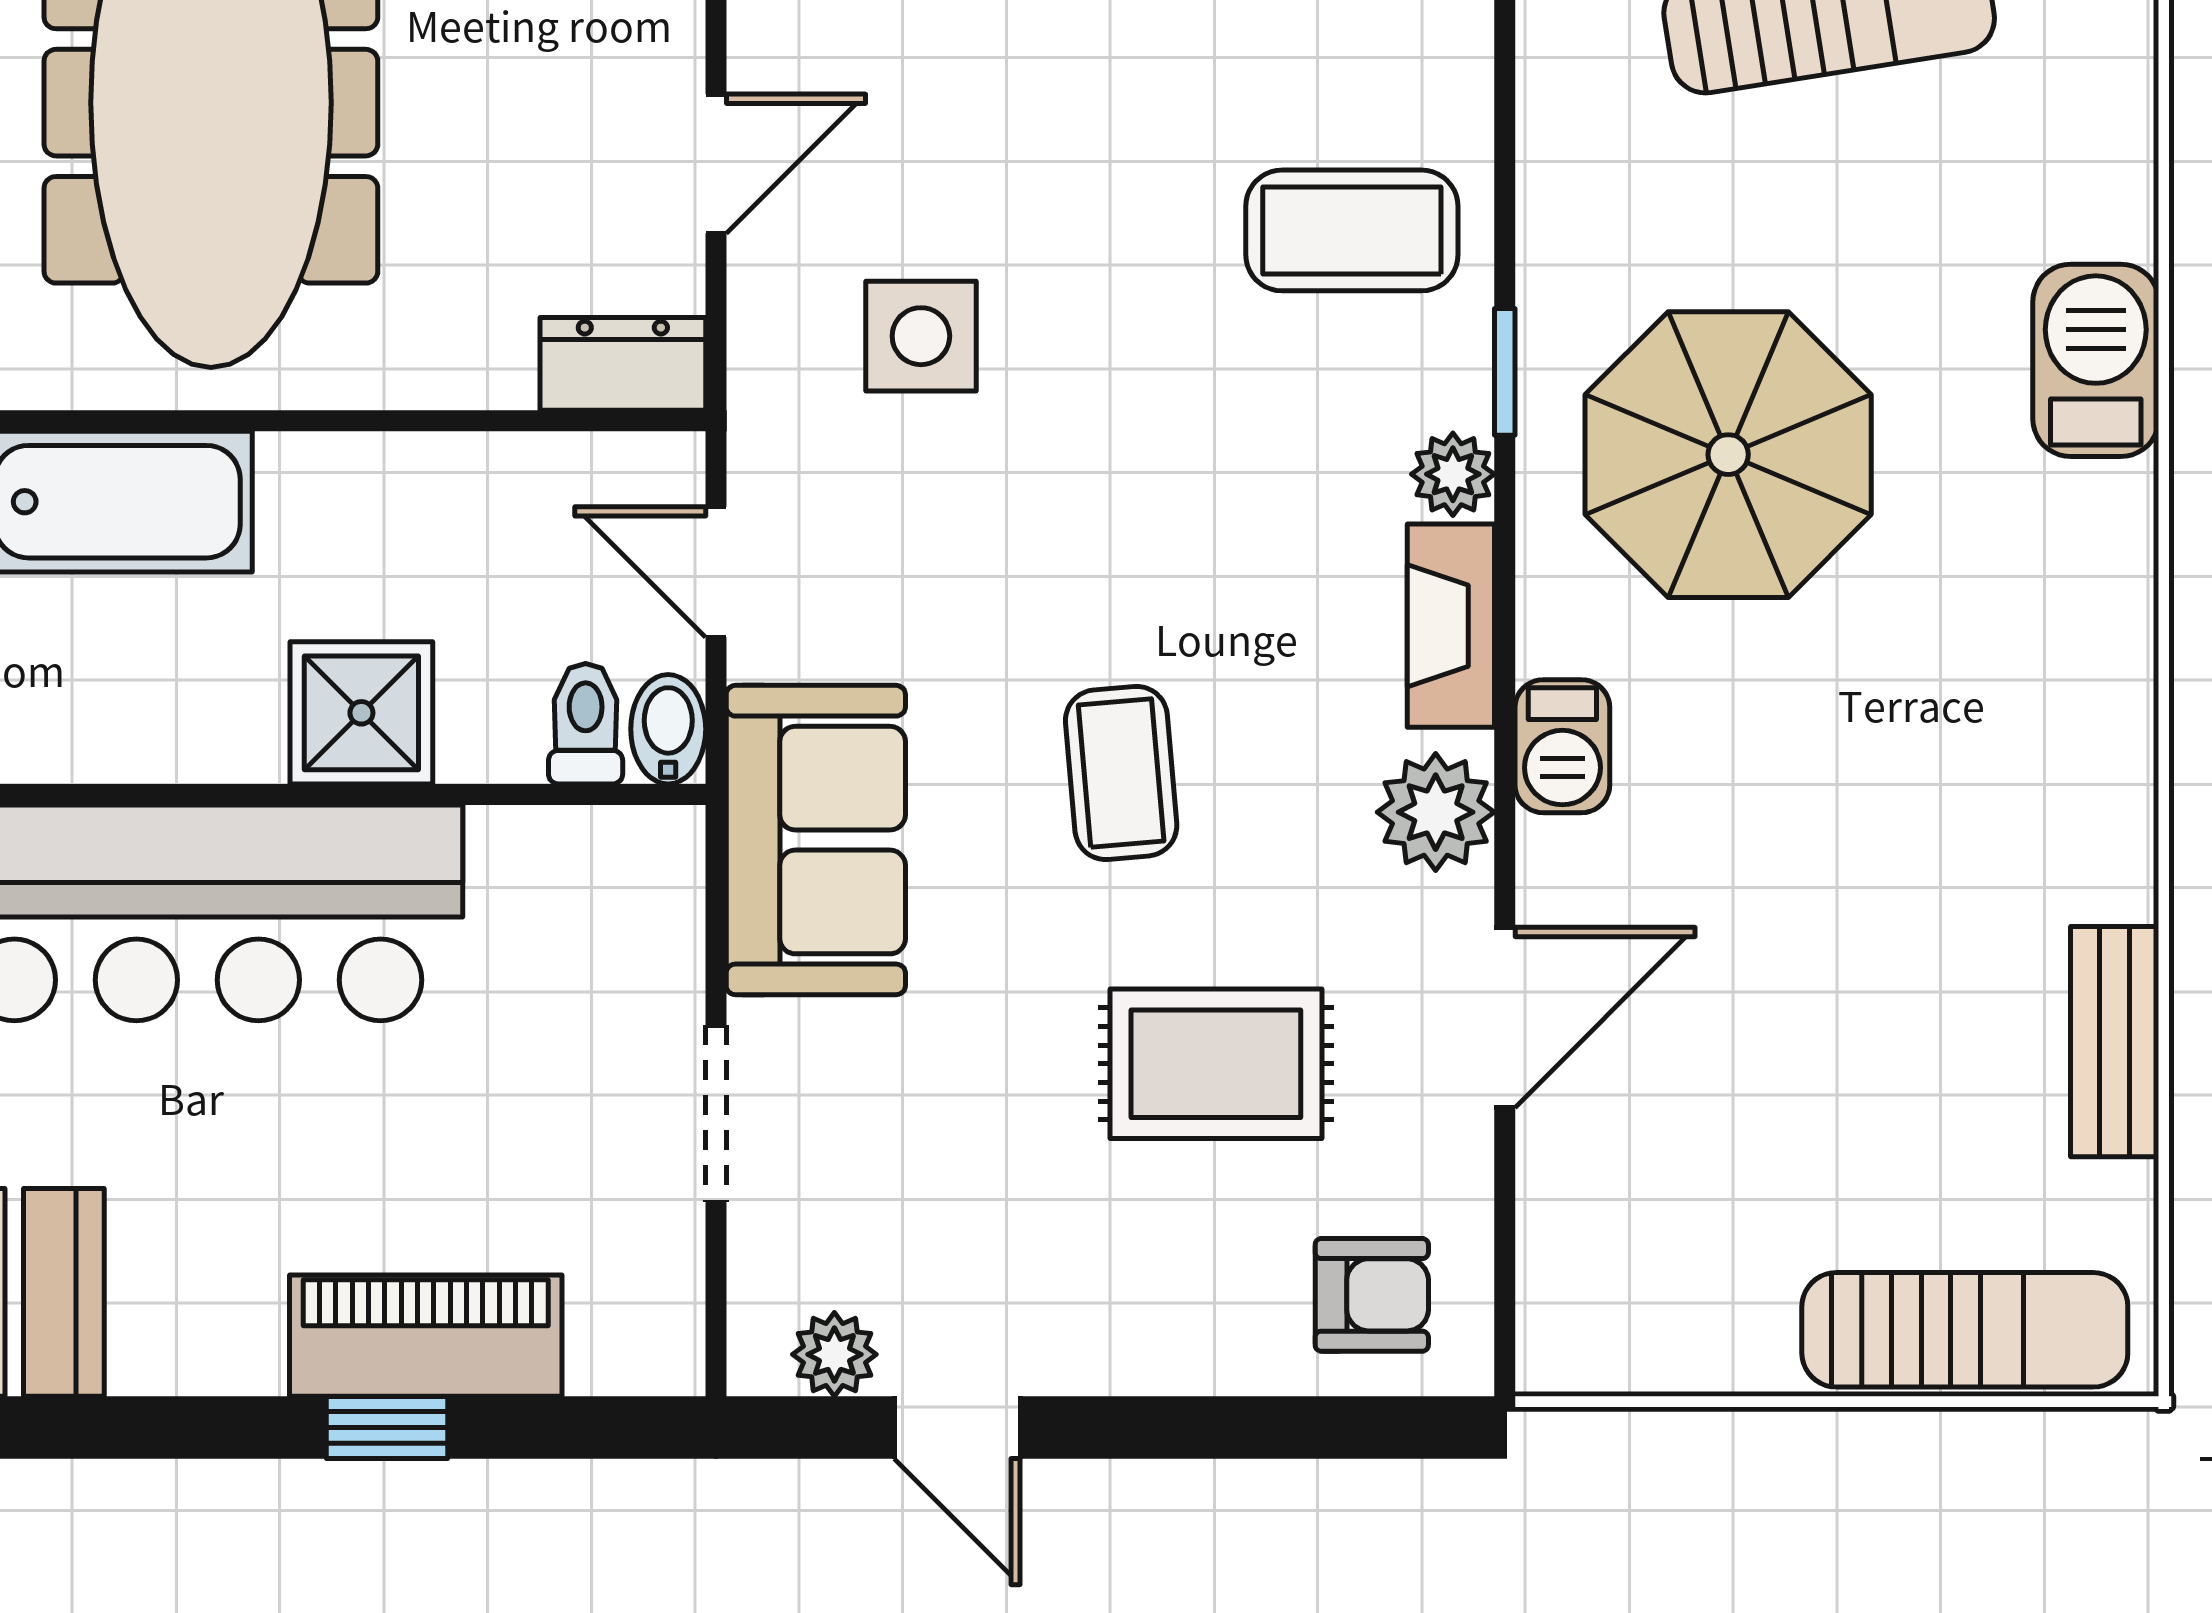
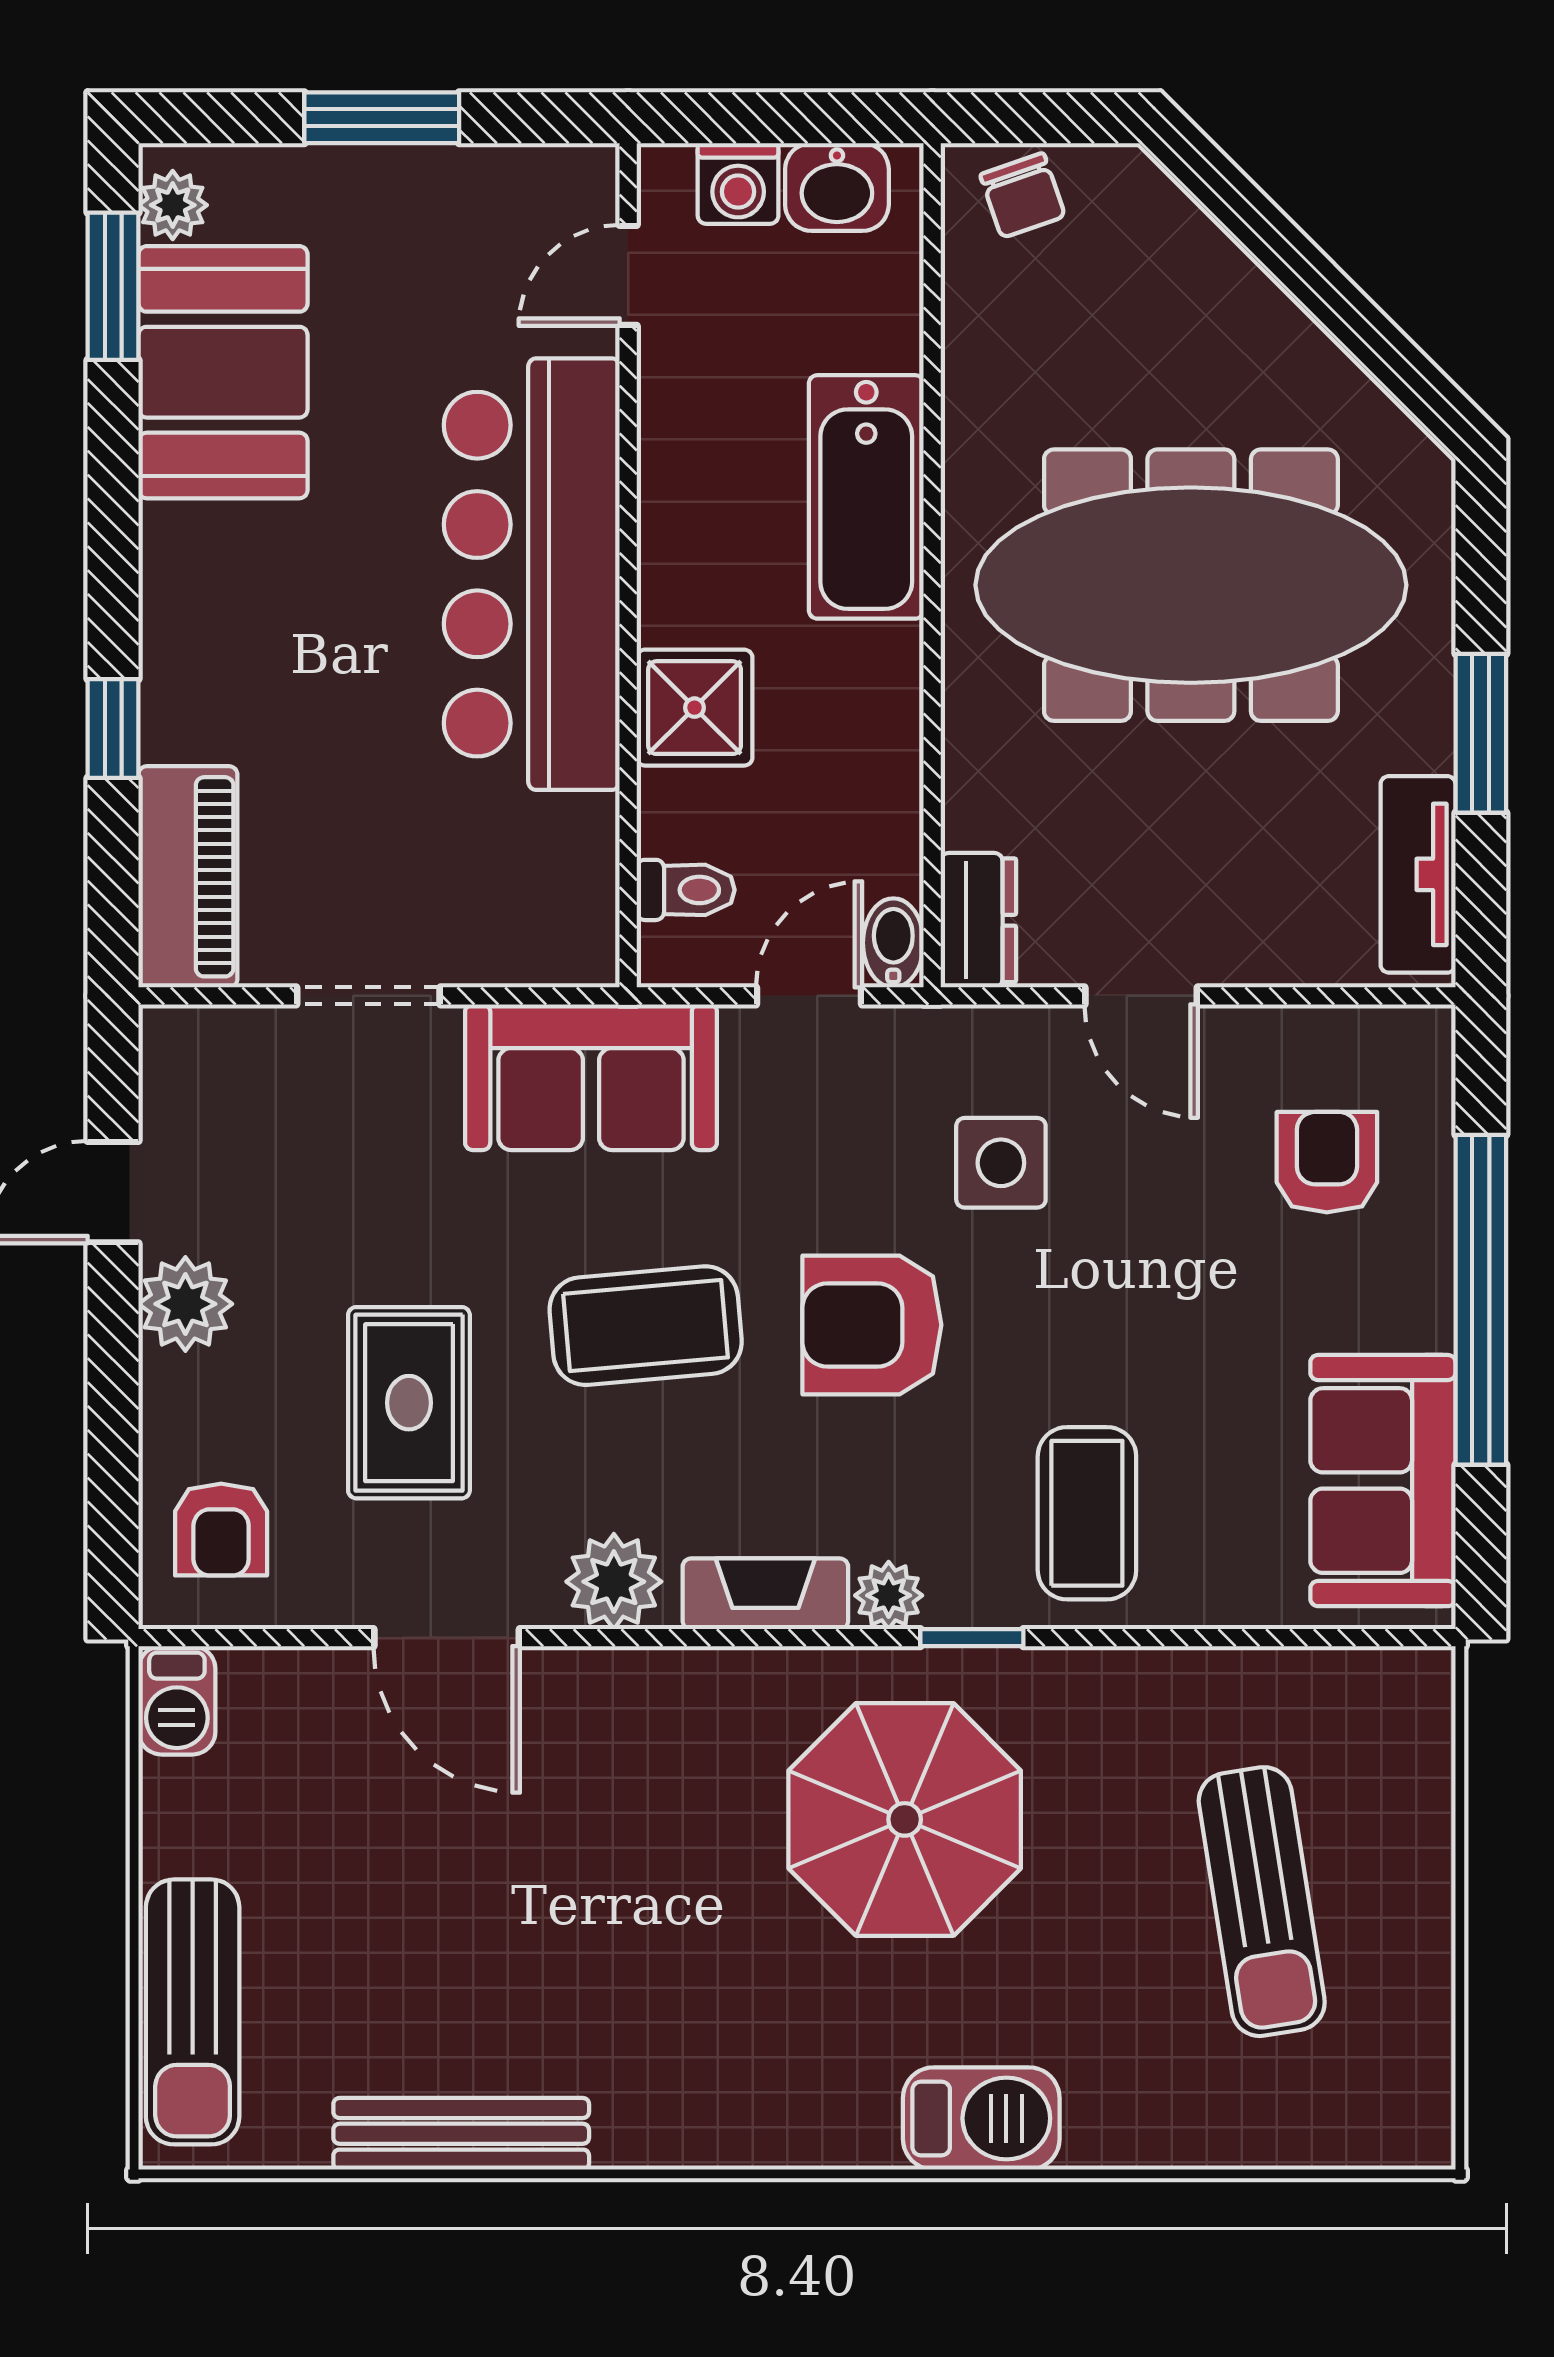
armchair: (1120, 495) -> (872, 1325), added
bidet: (668, 729) -> (893, 943), moved, turned -90
barbecue: (1562, 746) -> (177, 1700), moved, turned -90
coffee table: (1121, 773) -> (646, 1326), width x1.36, depth x1.30
bench: (2115, 1042) -> (461, 2134), width x1.36
piano: (426, 1336) -> (188, 877), moved
plant: (834, 1354) -> (185, 1304), moved, width x1.38, depth x1.38

